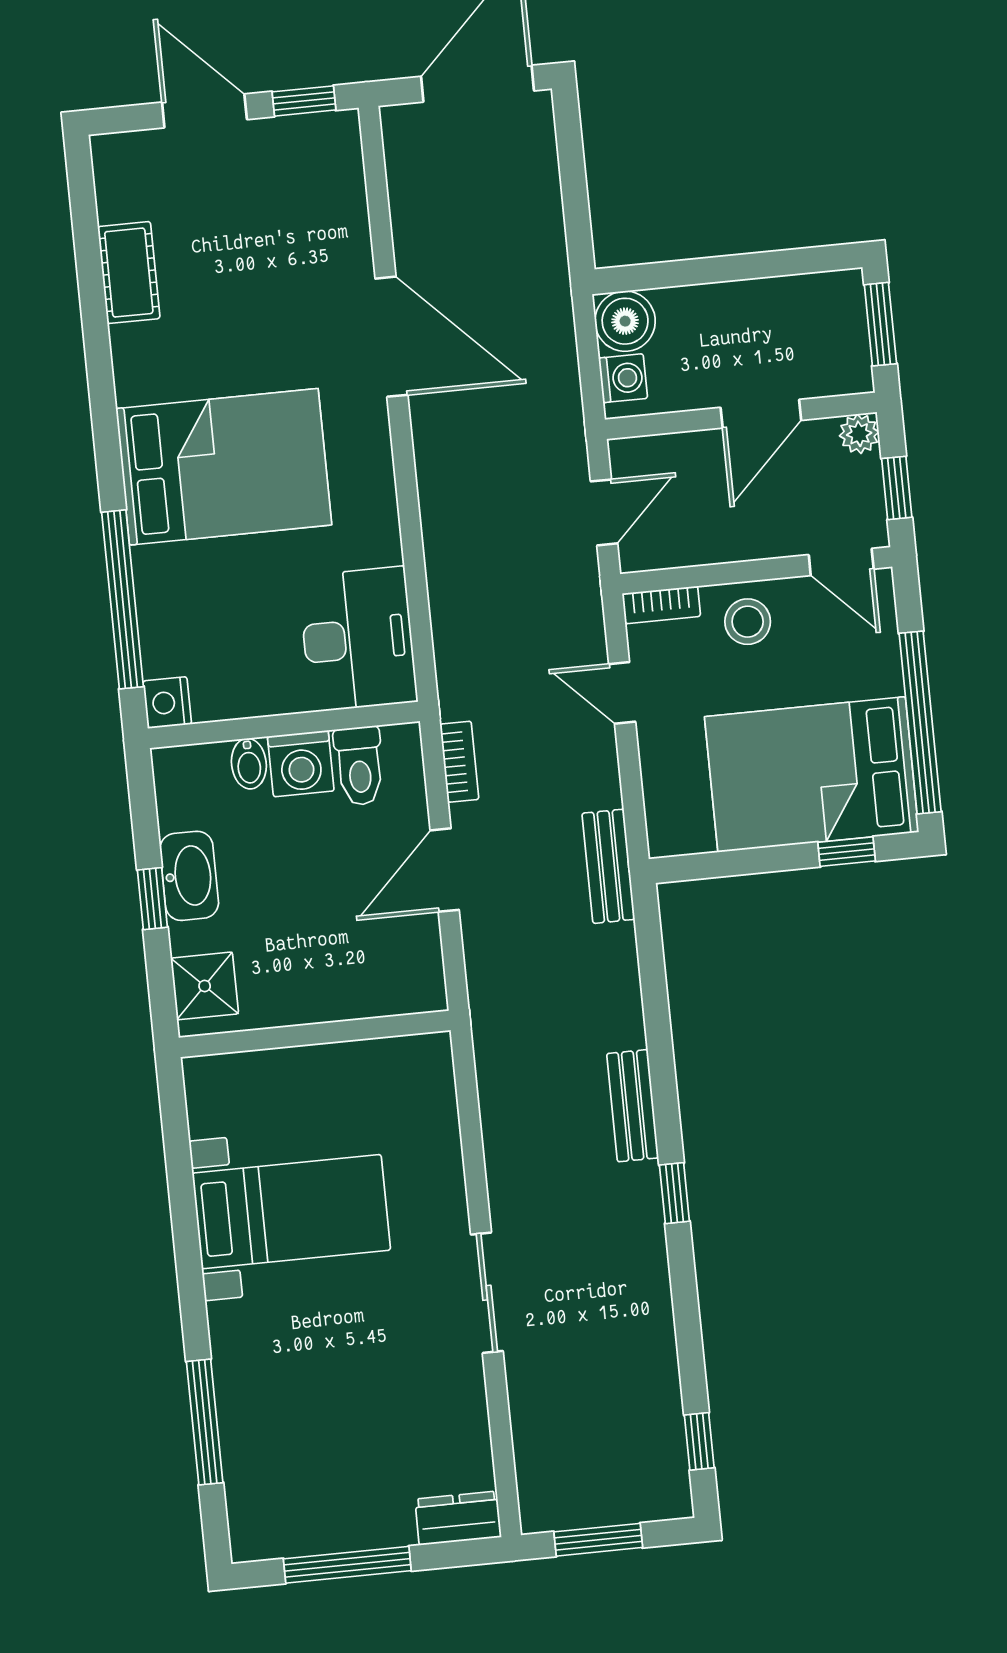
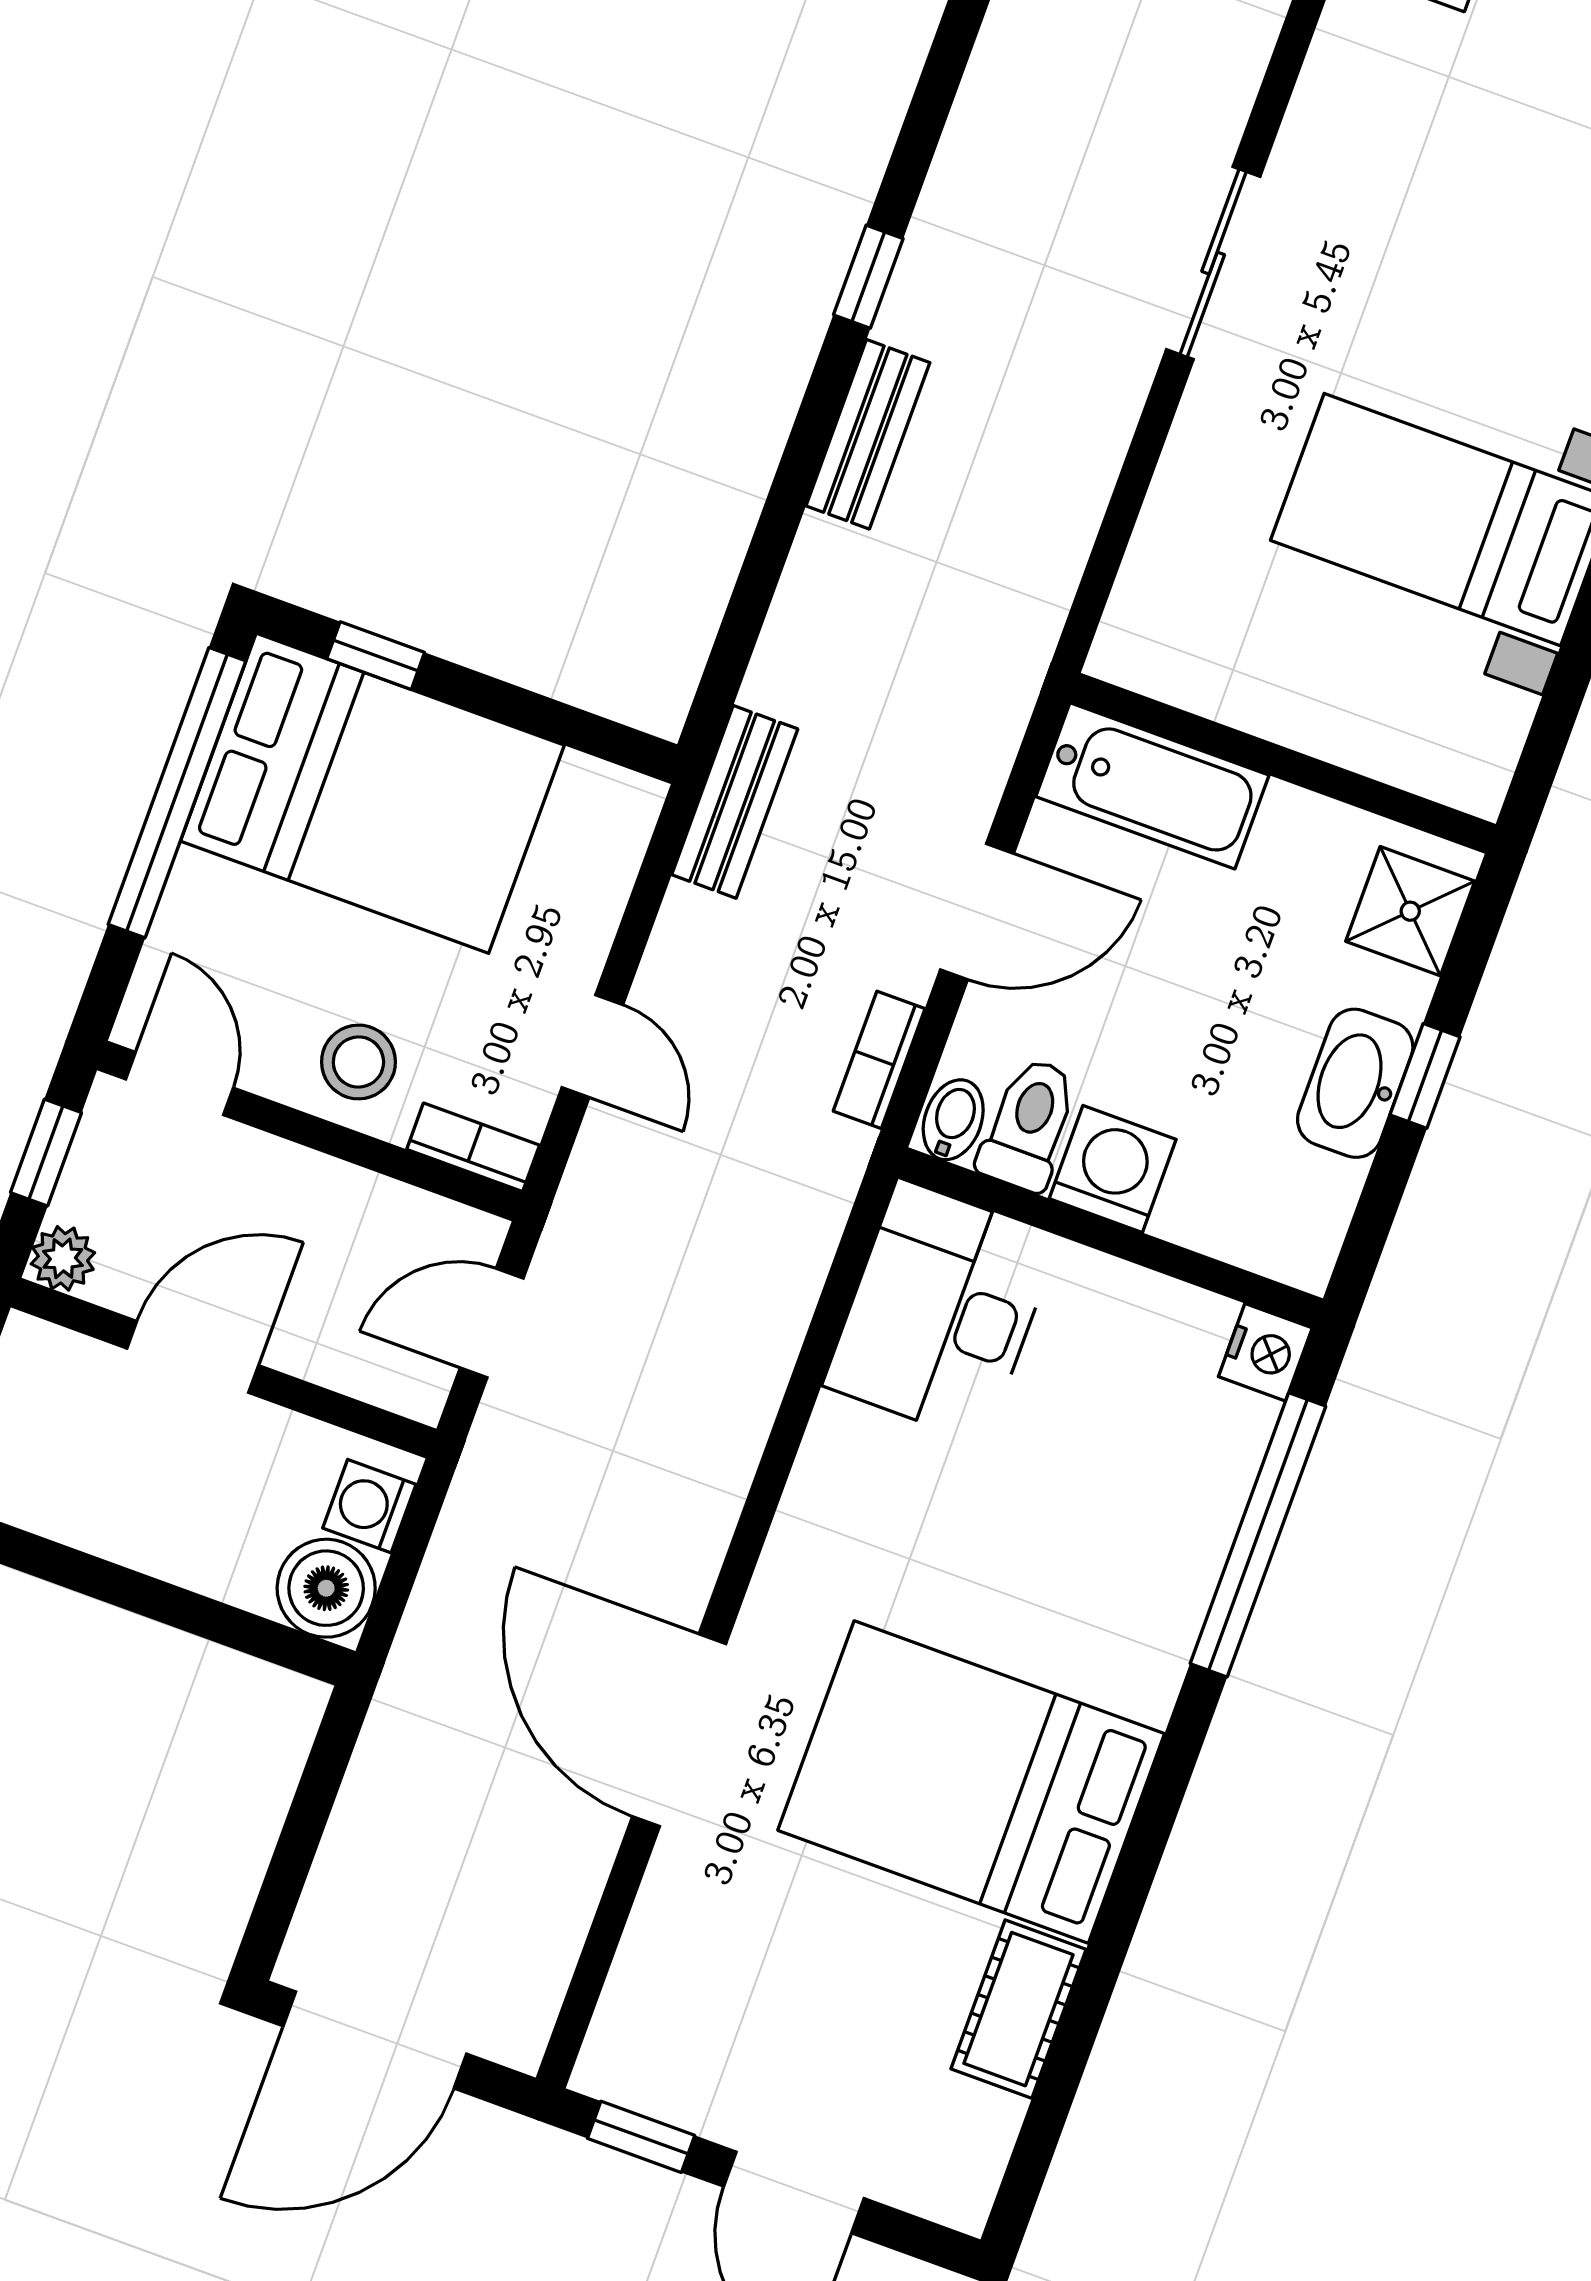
bed: (224, 467) -> (971, 1782), moved
bidet: (249, 764) -> (953, 1120), moved
bathtub: (381, 987) -> (1152, 786), added

